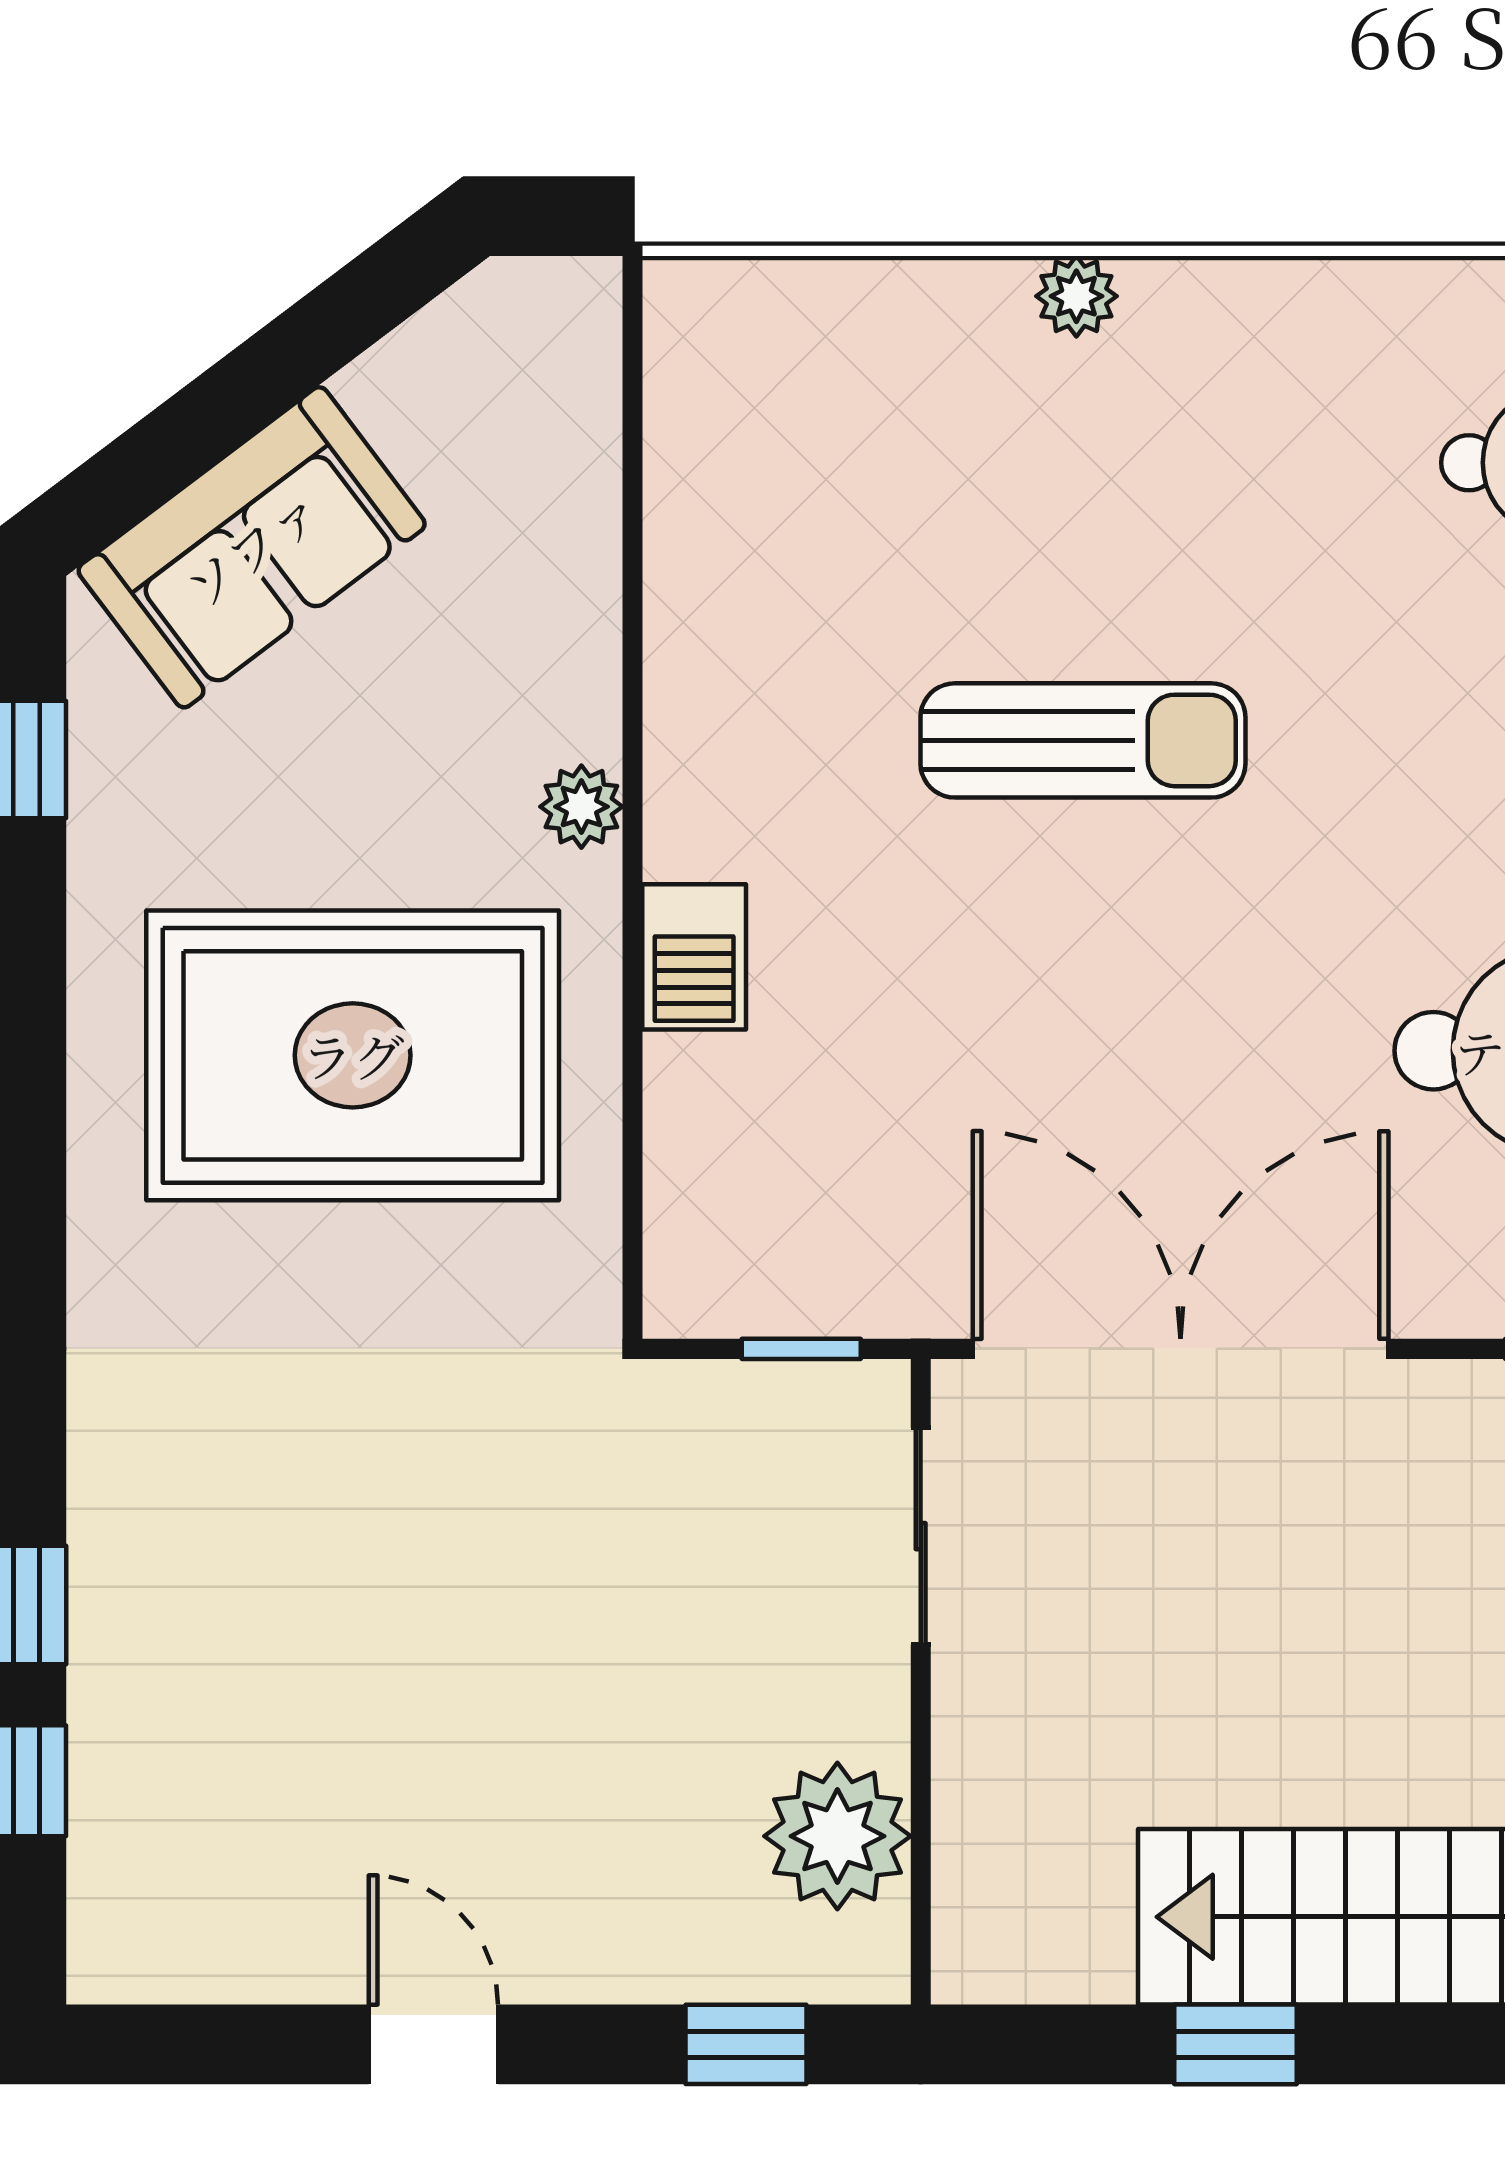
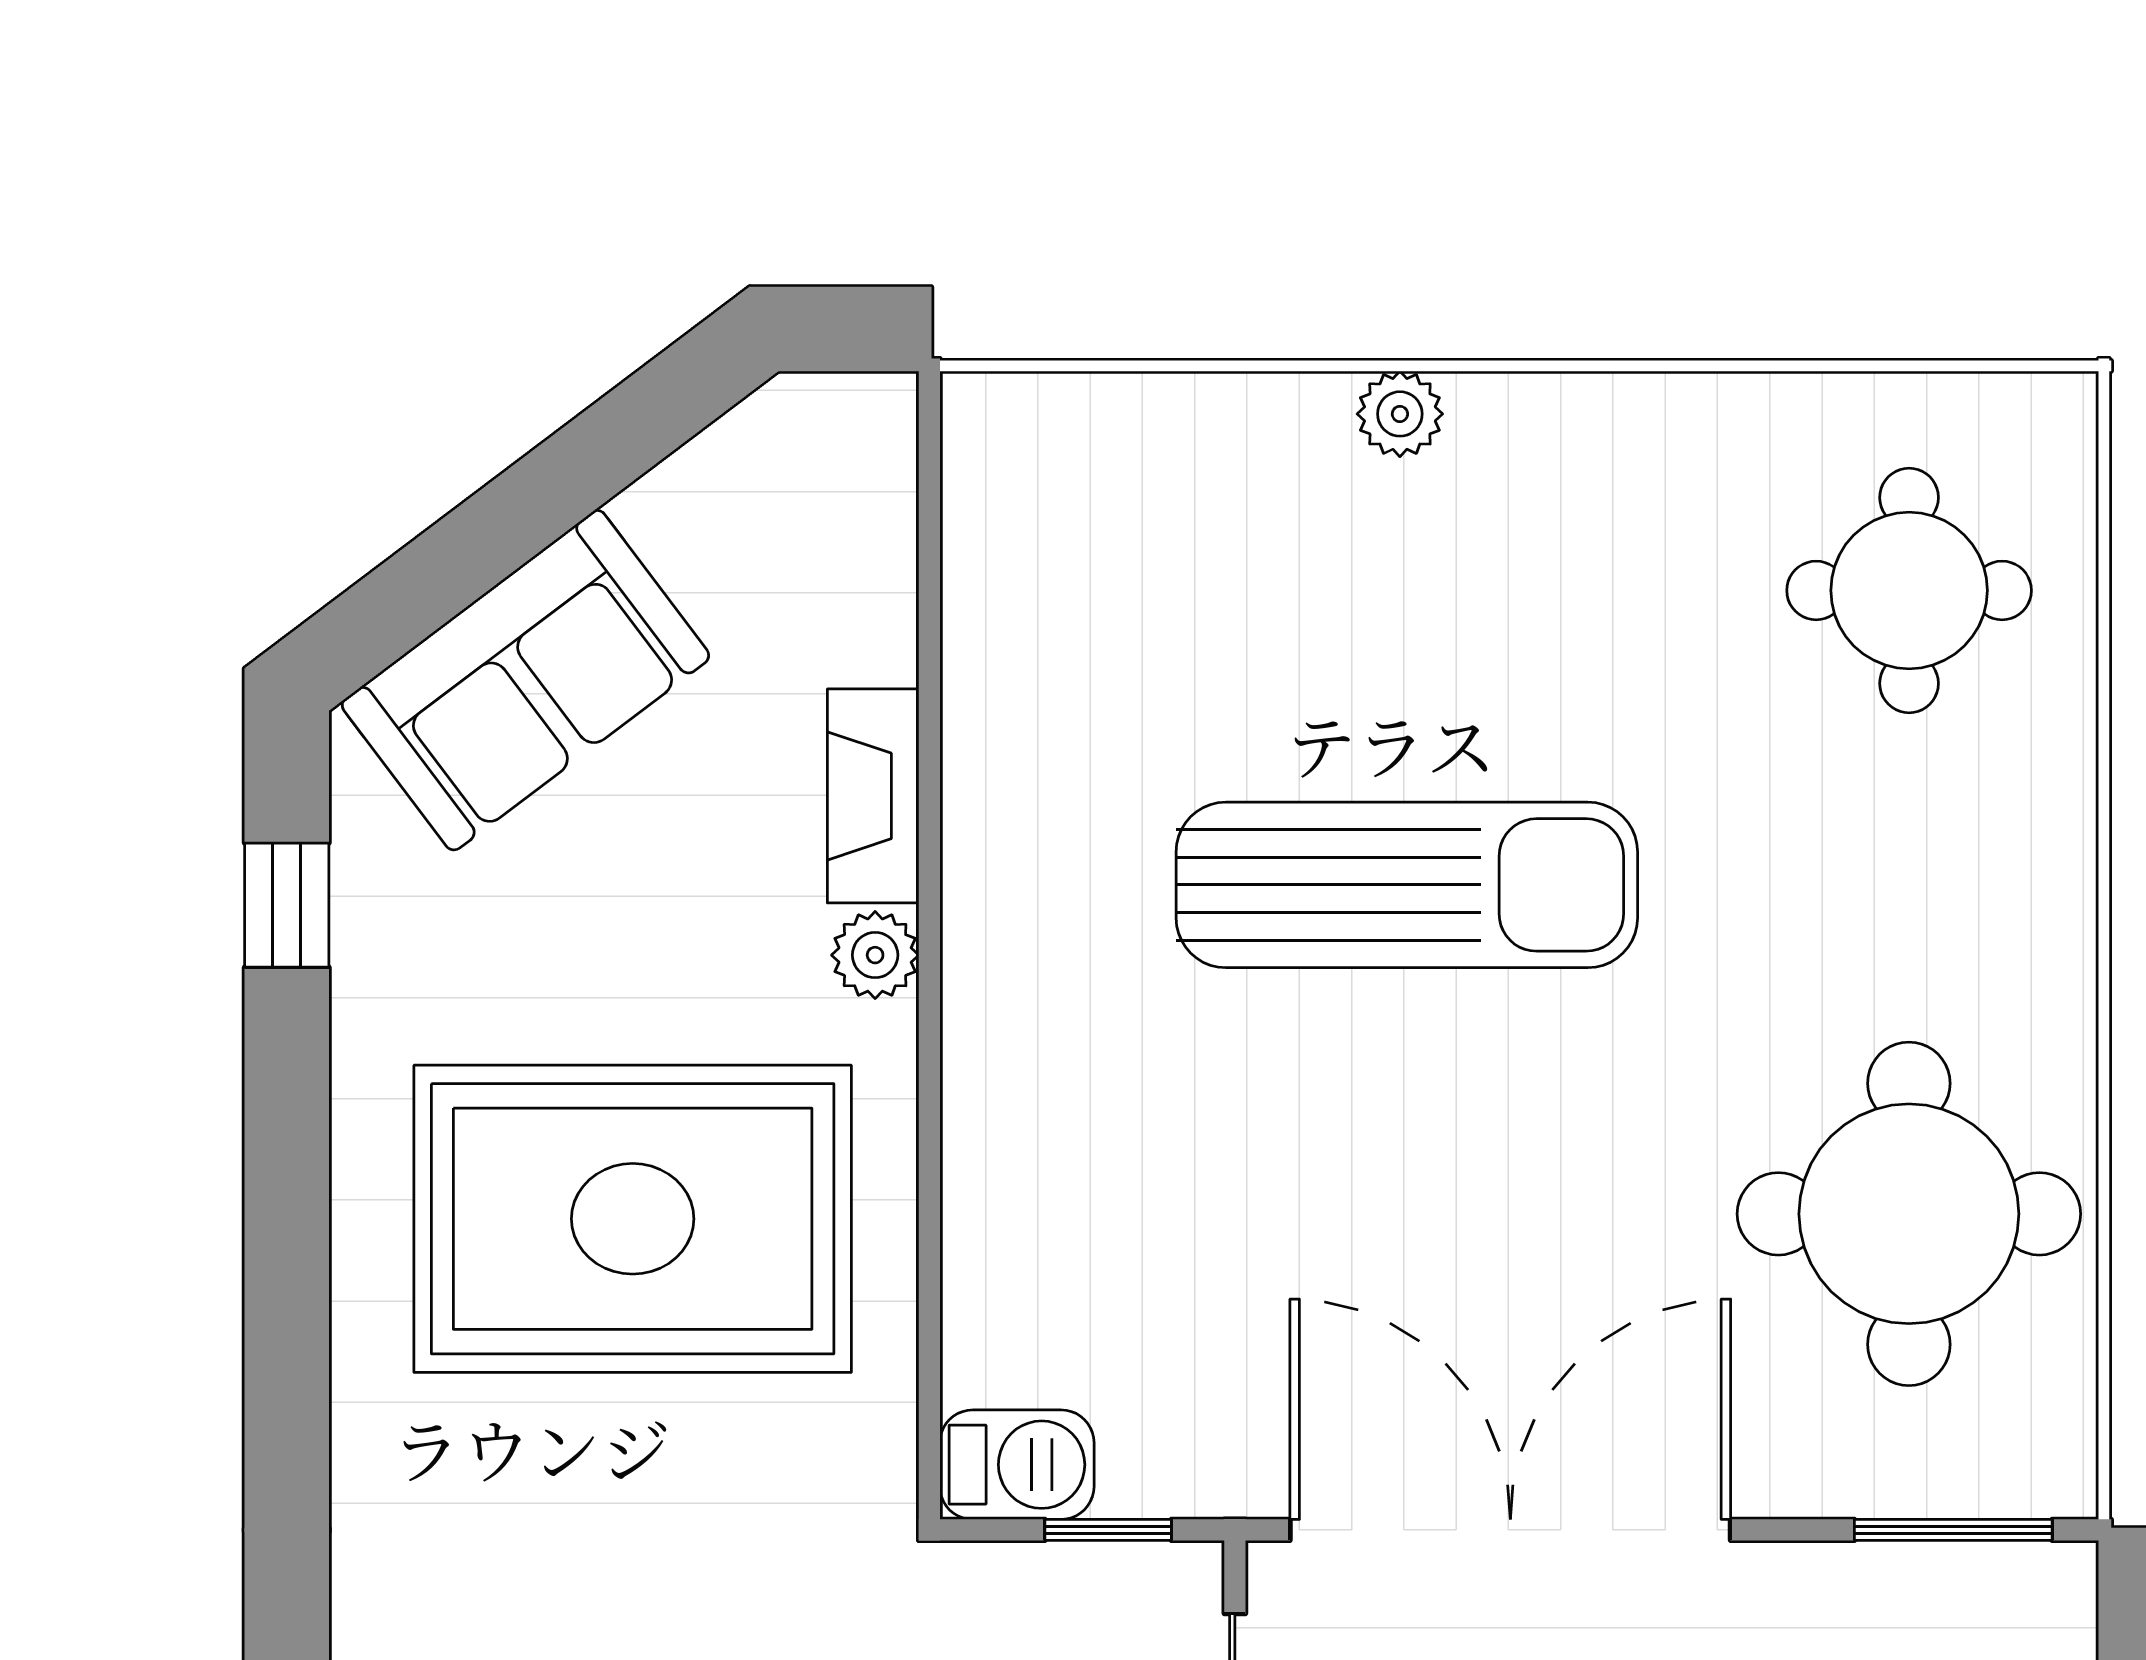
fireplace: (579, 657) -> (873, 796), added
sun lounger: (1083, 740) -> (1407, 885), width x1.36, depth x1.34
barbecue: (694, 957) -> (1017, 1465), moved, turned -90

